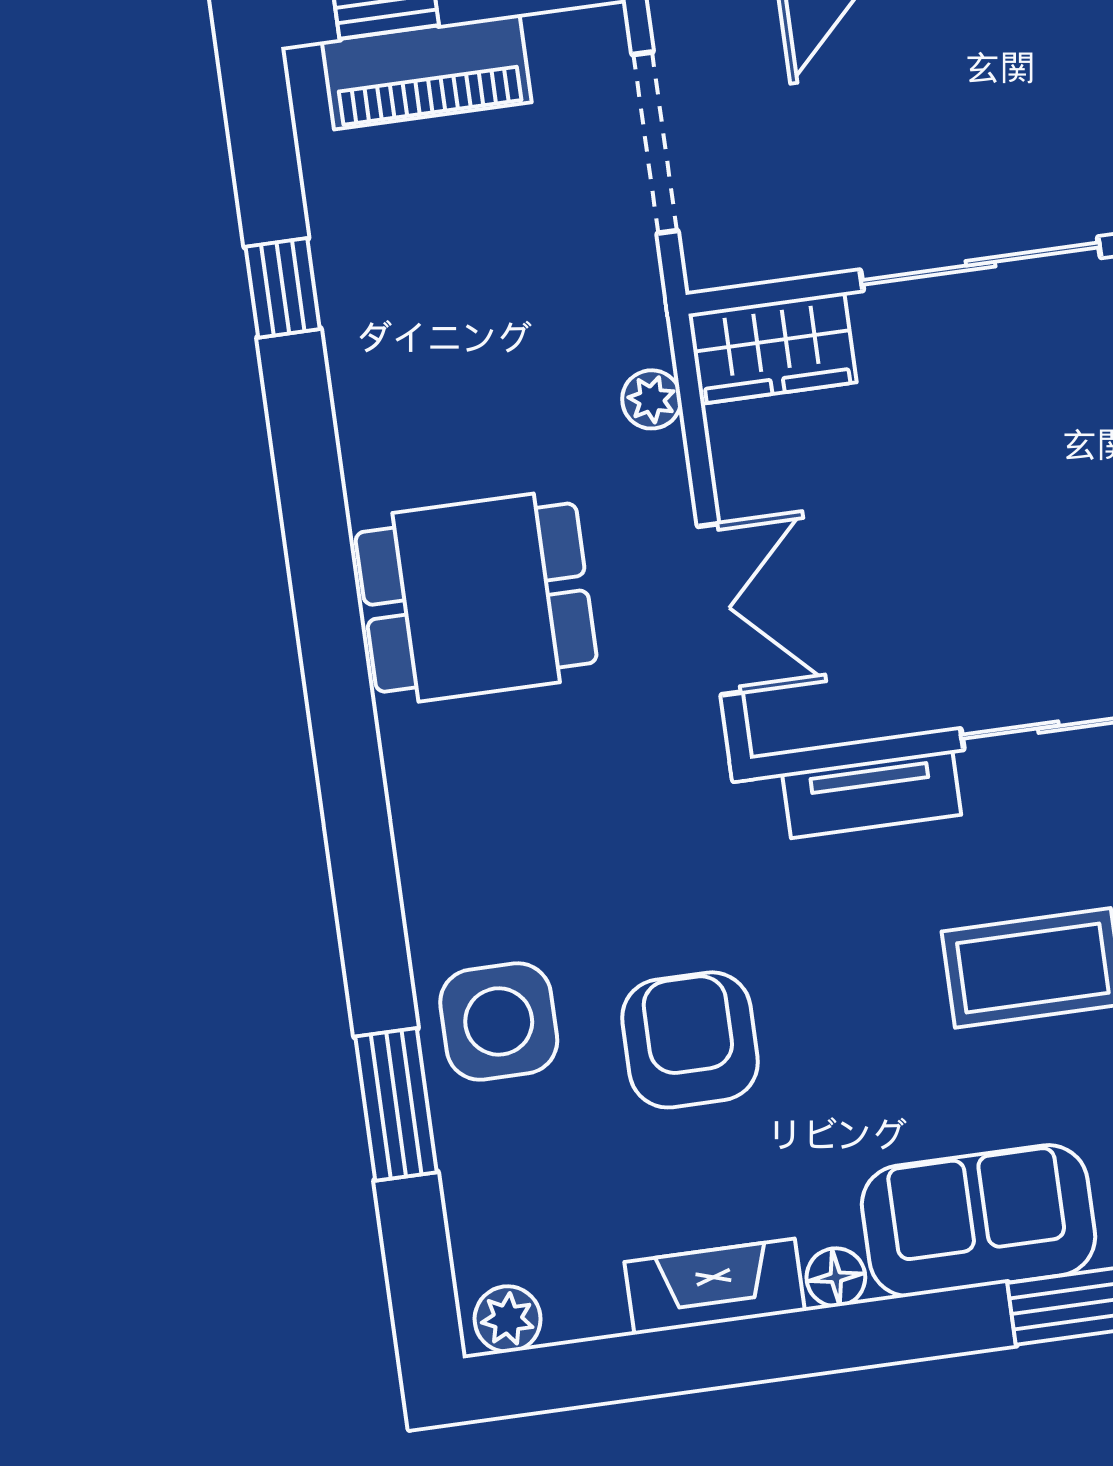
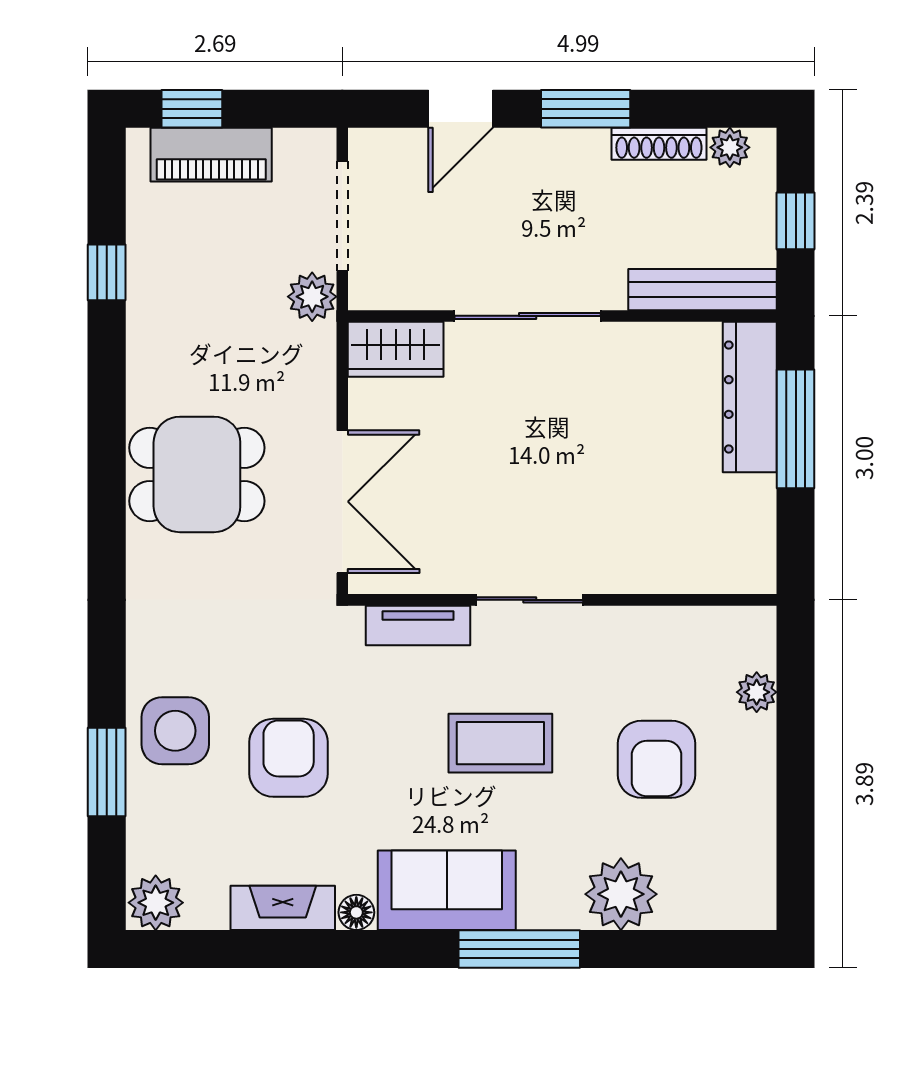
plant: (652, 399) -> (312, 297), moved, width x1.38, depth x1.38
double door: (720, 609) -> (342, 502), width x1.37
plant: (508, 1319) -> (156, 903), width x1.38, depth x1.38

